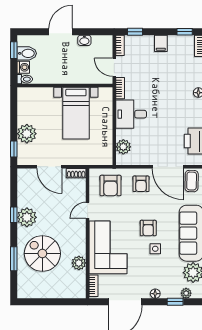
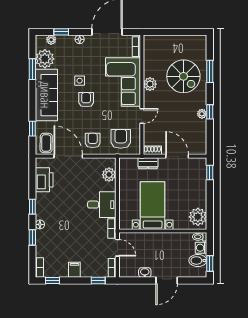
plant: (27, 134) -> (198, 217), moved
dresser: (81, 159) -> (148, 163), added
plant: (27, 217) -> (202, 114), width x0.53, depth x0.53
plant: (79, 263) -> (150, 84), moved

